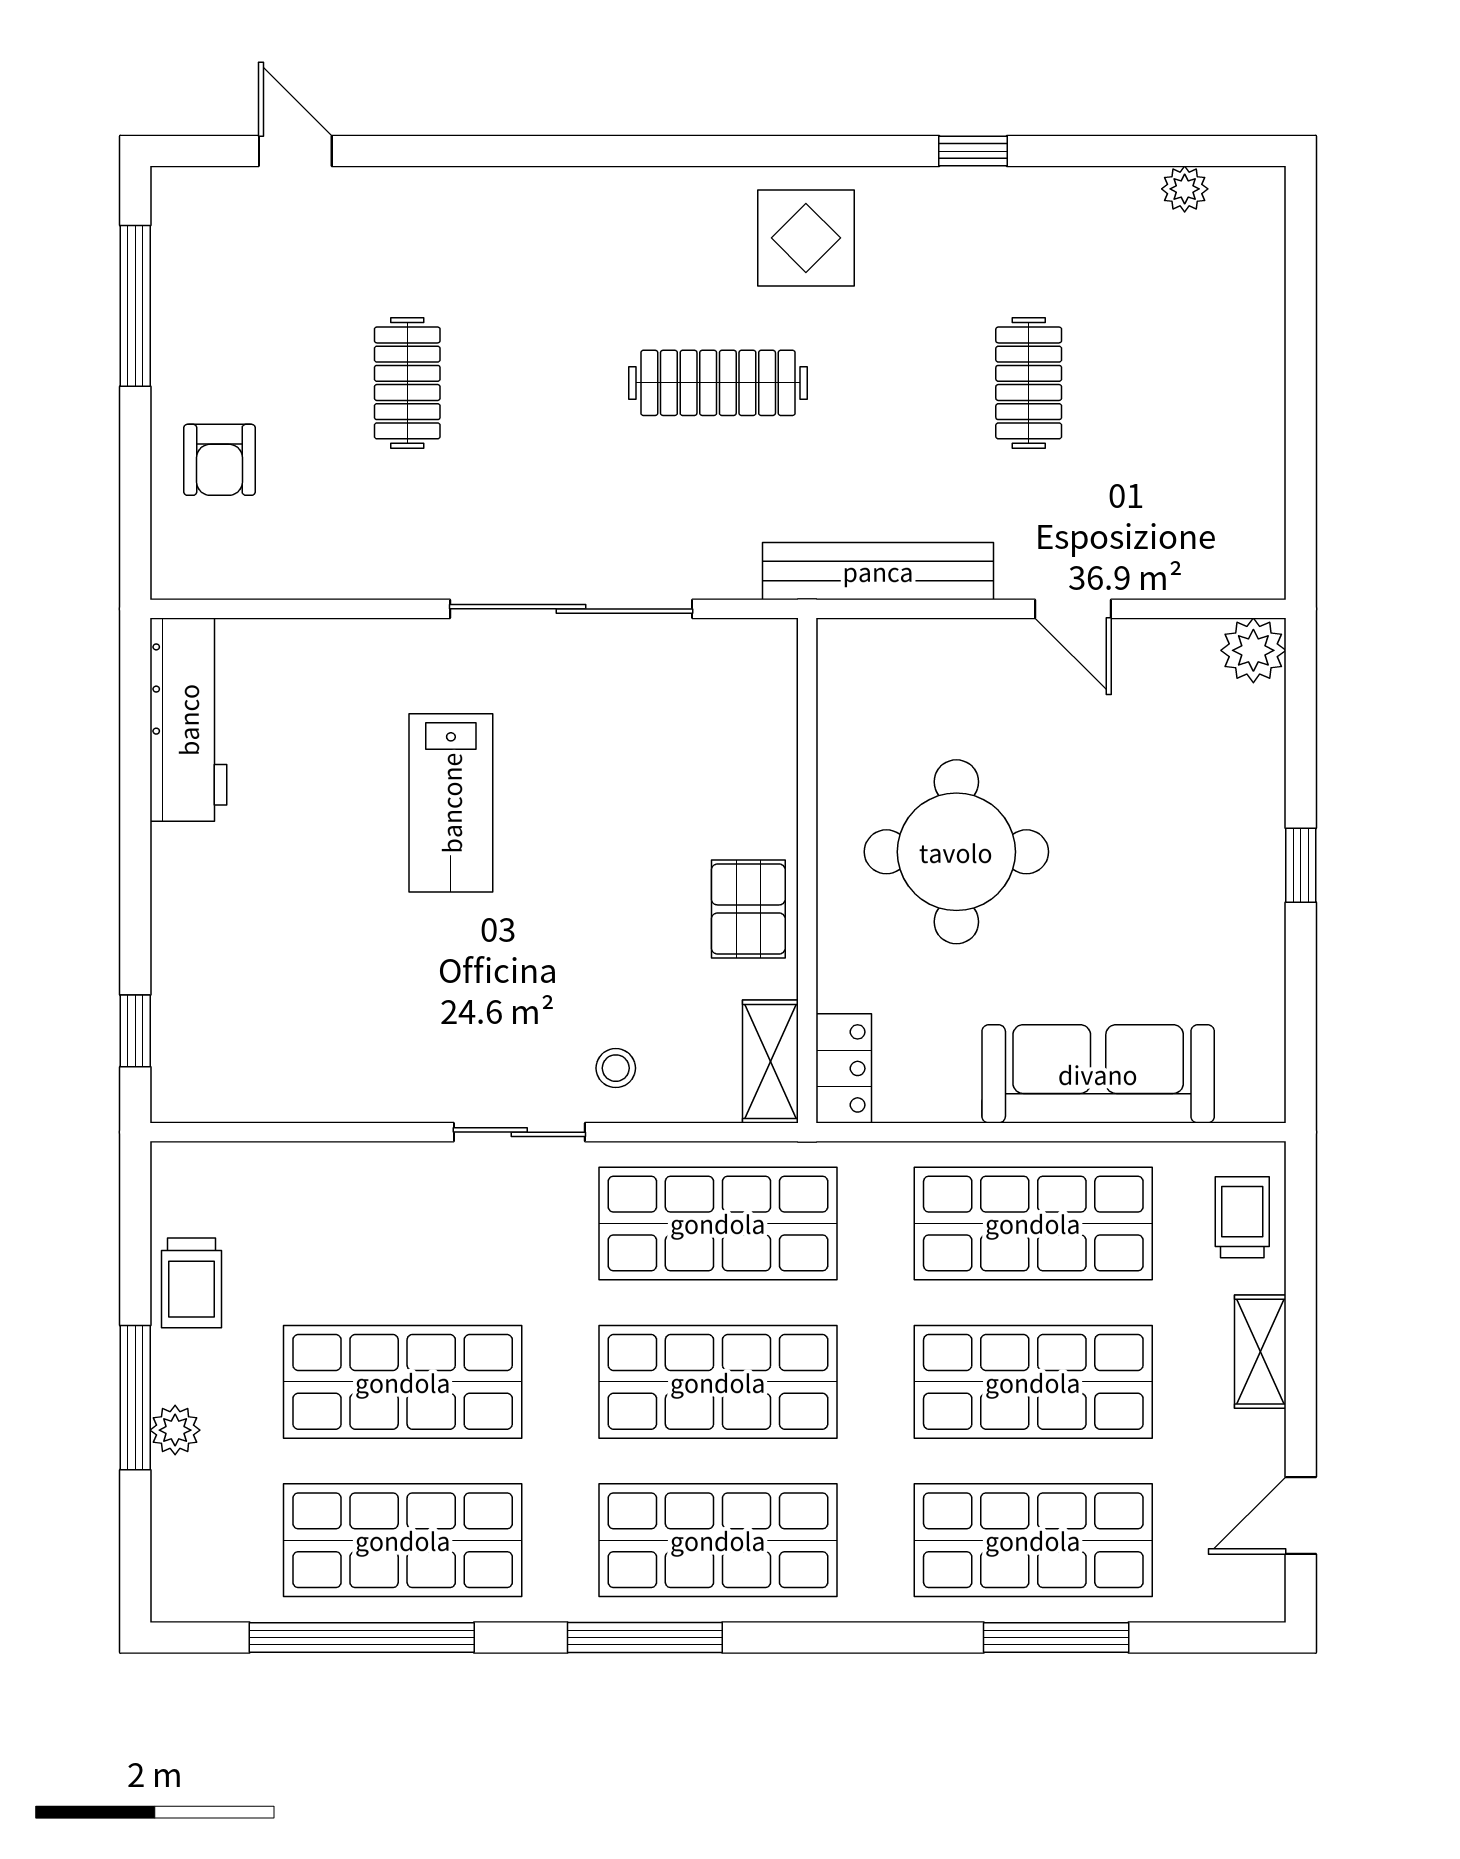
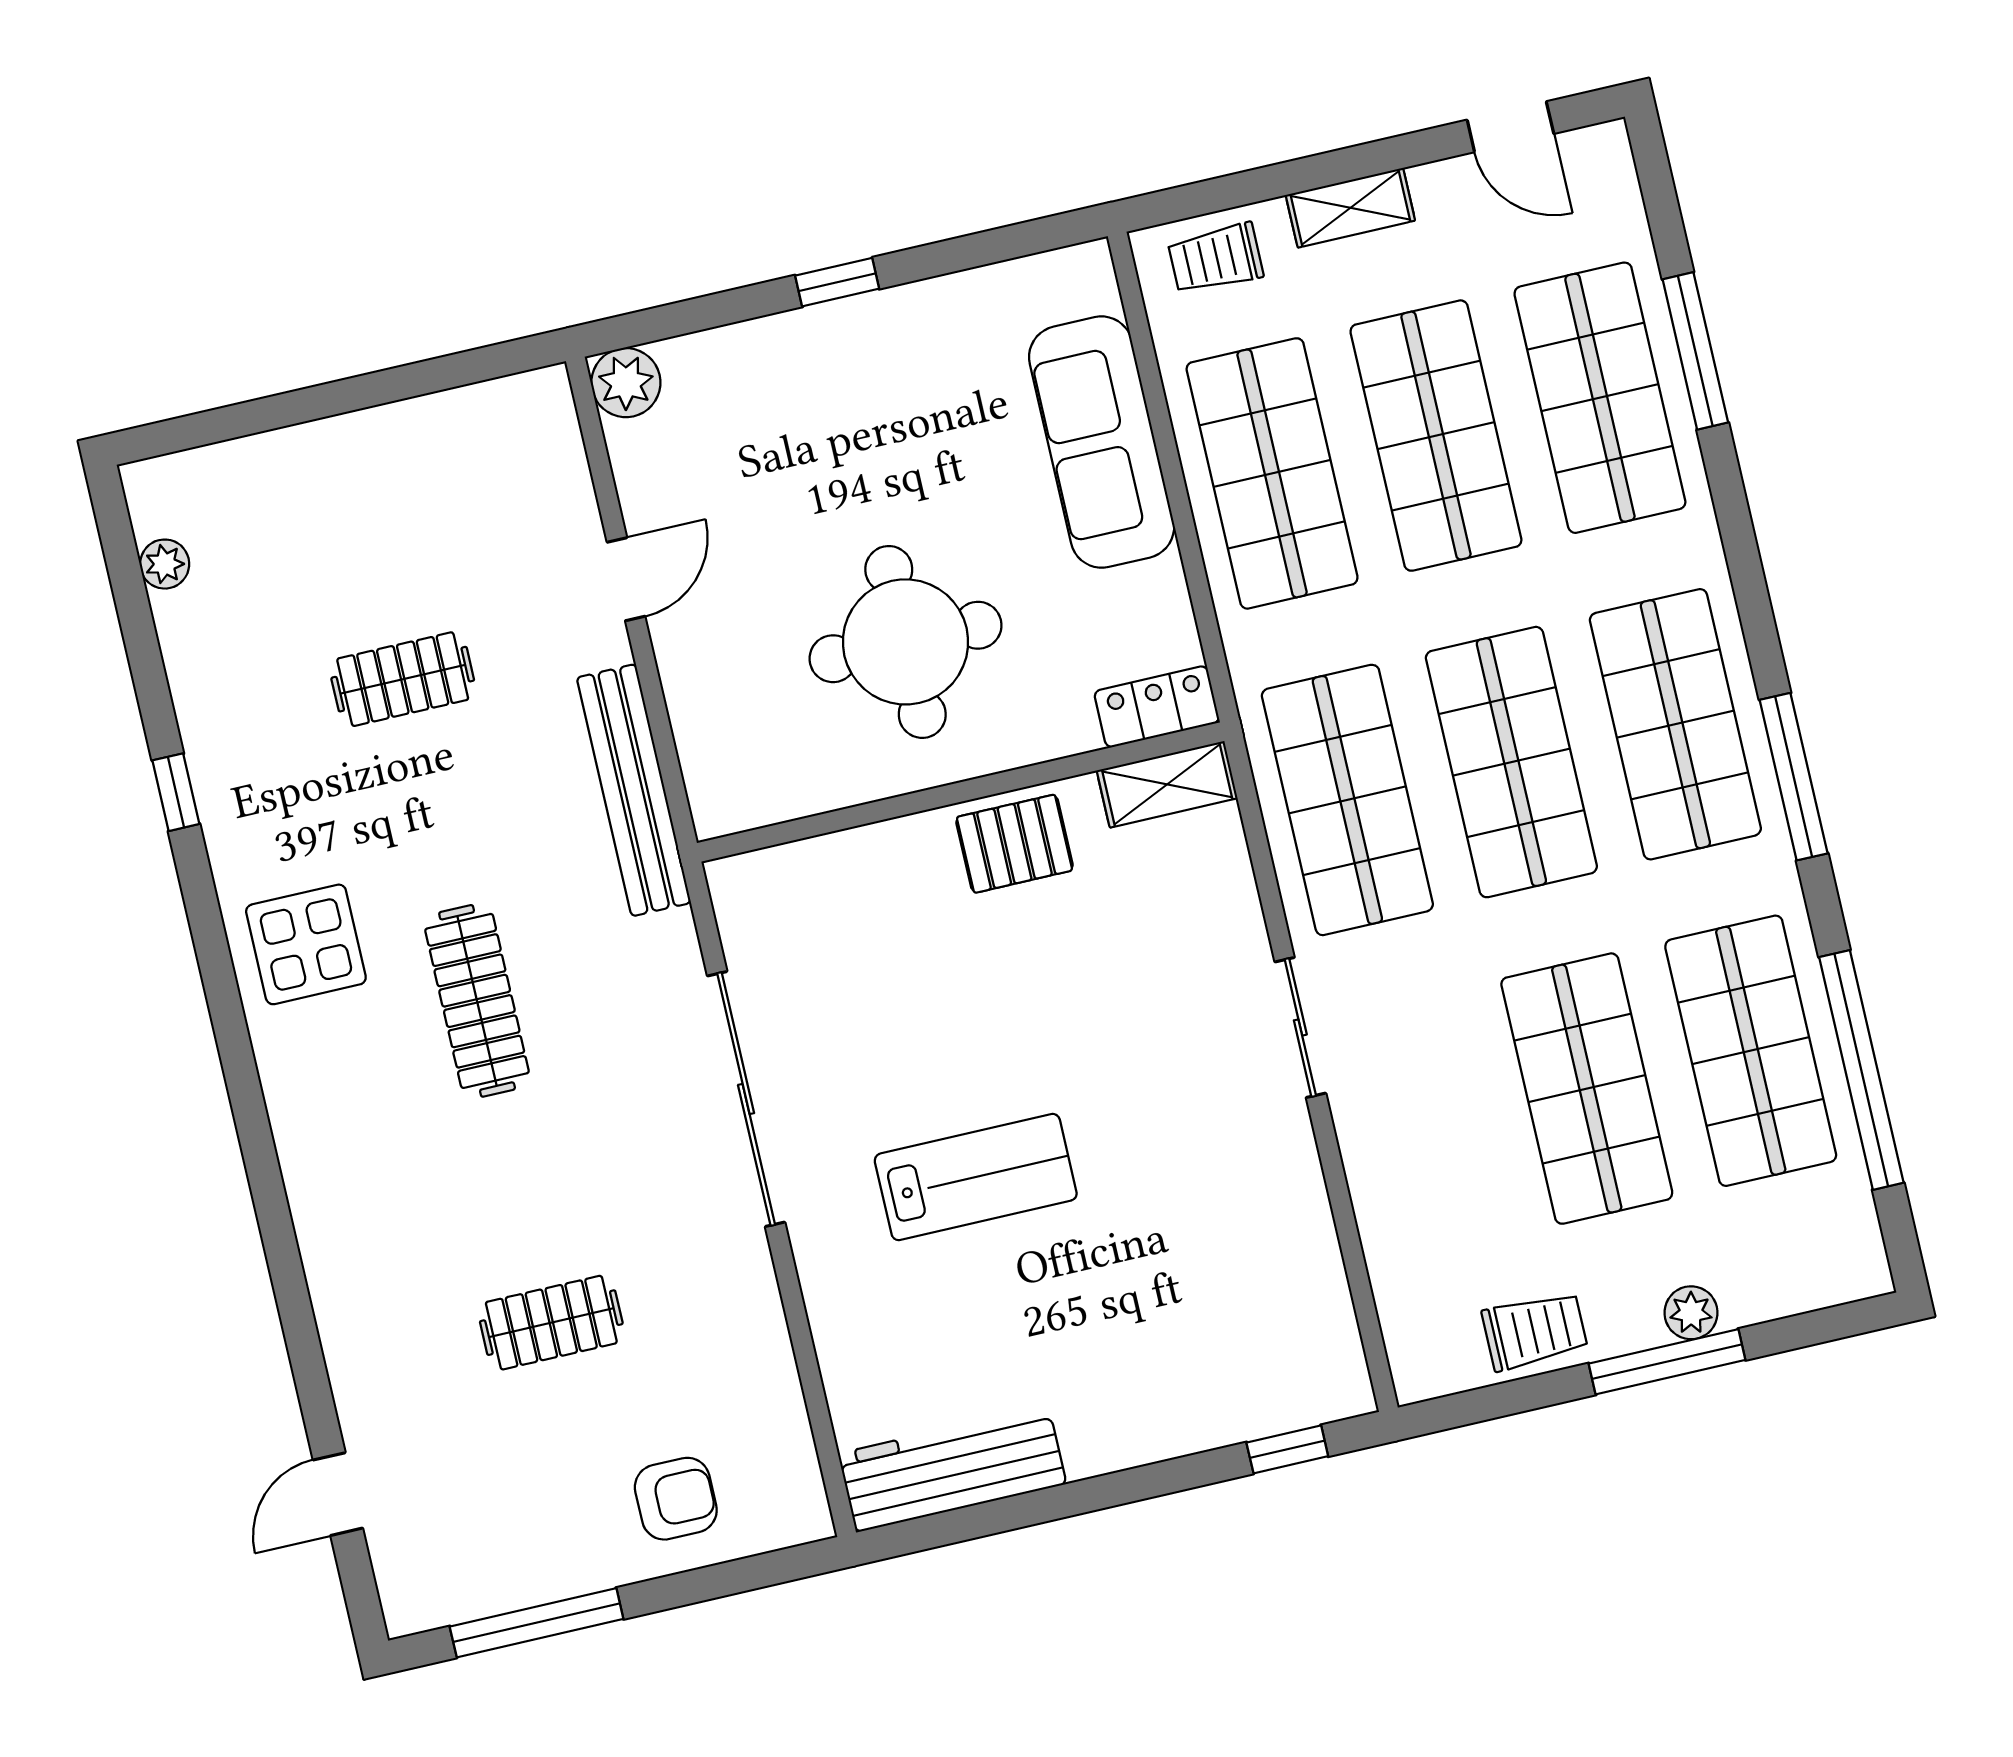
stool: (616, 1068) -> (1211, 943), removed

